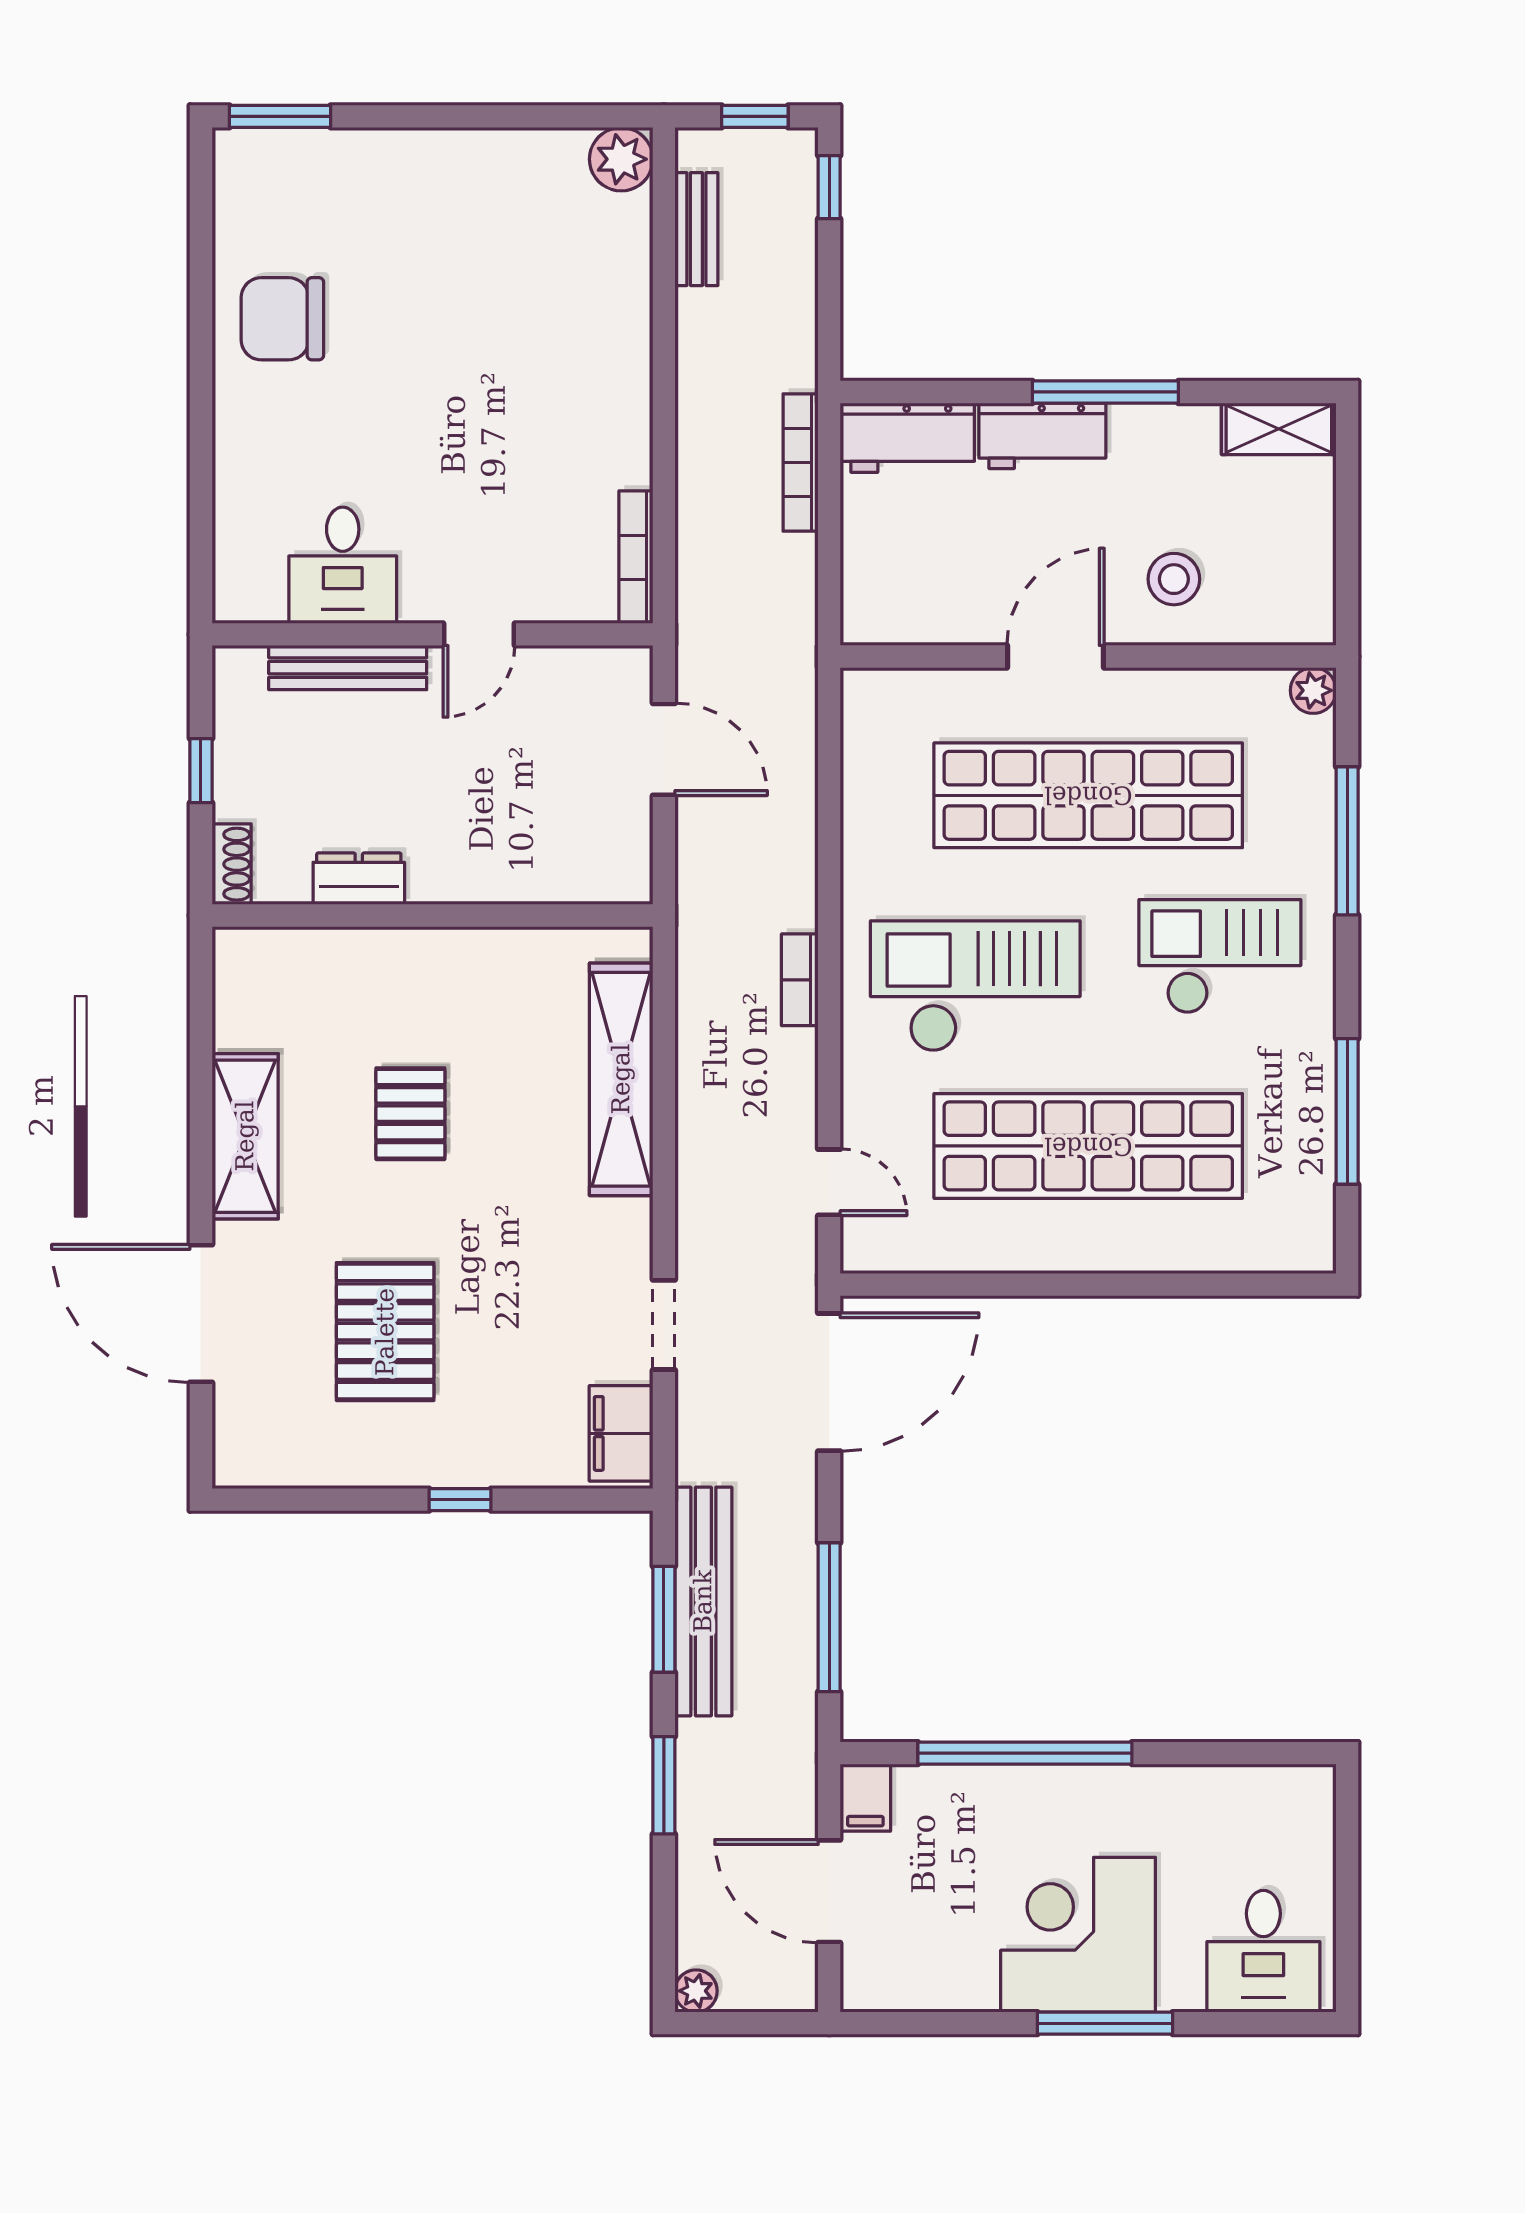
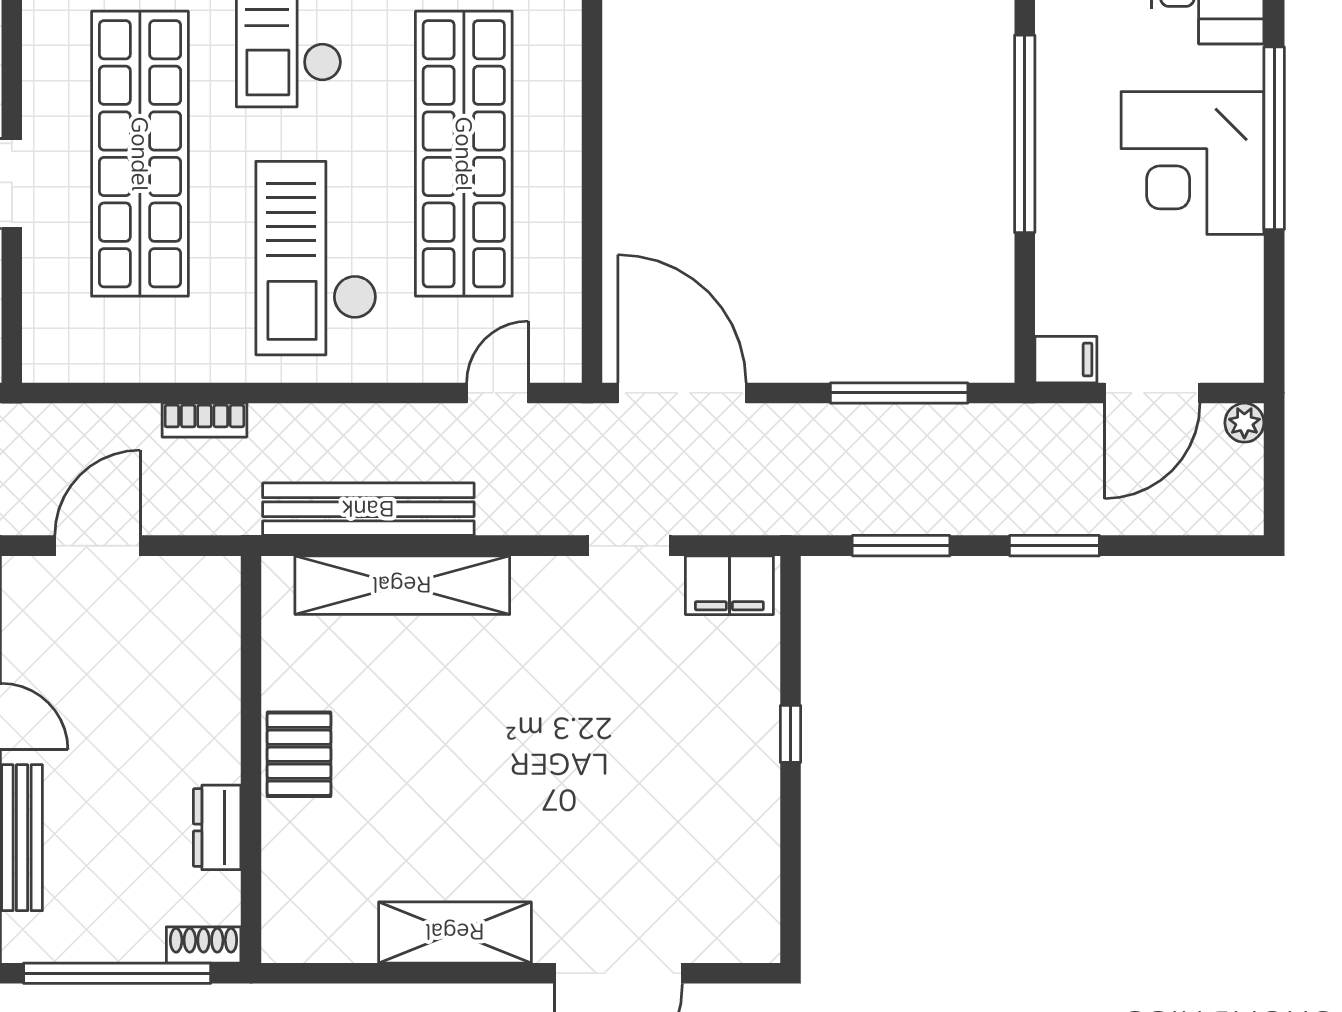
window: (201, 771) -> (117, 973), width x3.17
bookcase: (800, 980) -> (204, 420), moved
pallet: (410, 1114) -> (299, 754), moved, turned 90
pallet: (385, 1332) -> (635, 803), removed
bench: (703, 1601) -> (368, 509), moved
window: (1025, 1753) -> (1025, 134), moved
plant: (696, 1991) -> (1244, 423), moved
window: (1105, 2023) -> (1274, 138), width x1.46

